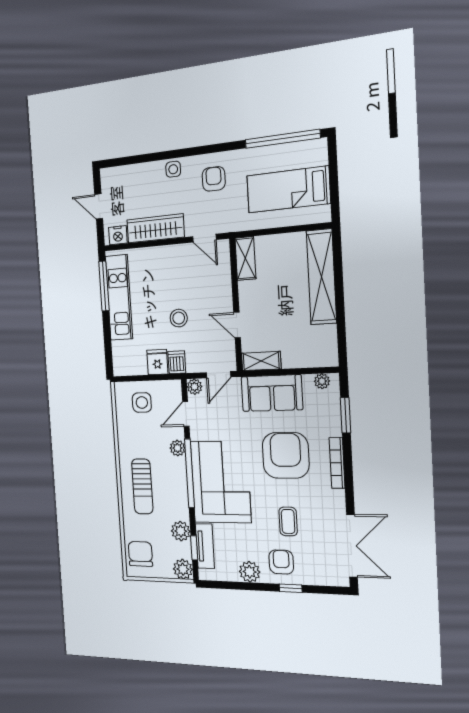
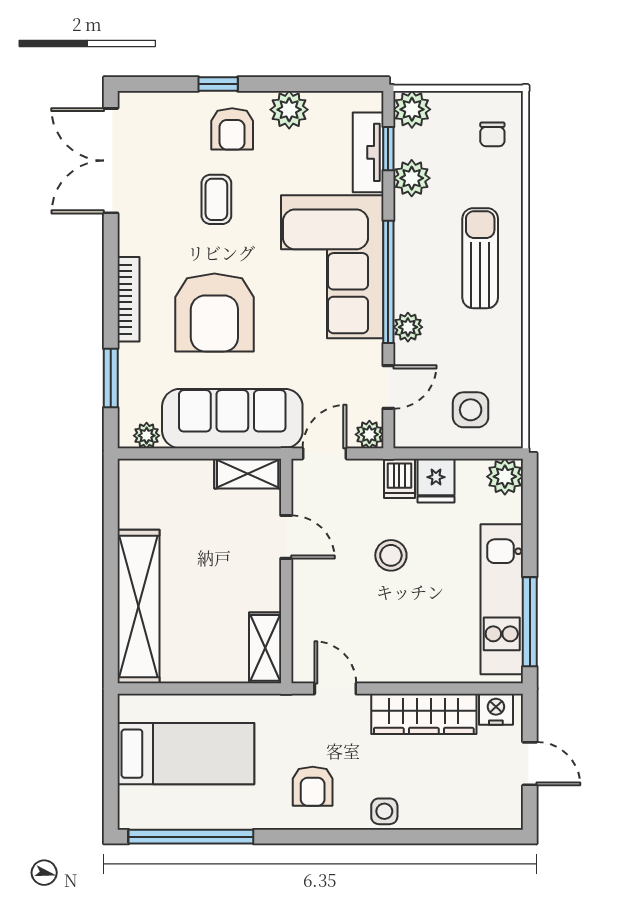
plant: (122, 366) -> (505, 477), added
sofa: (272, 393) -> (232, 419), width x1.36
chair: (140, 554) -> (492, 134), width x0.54, depth x0.54

